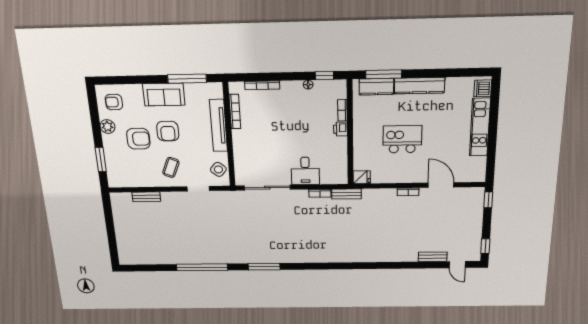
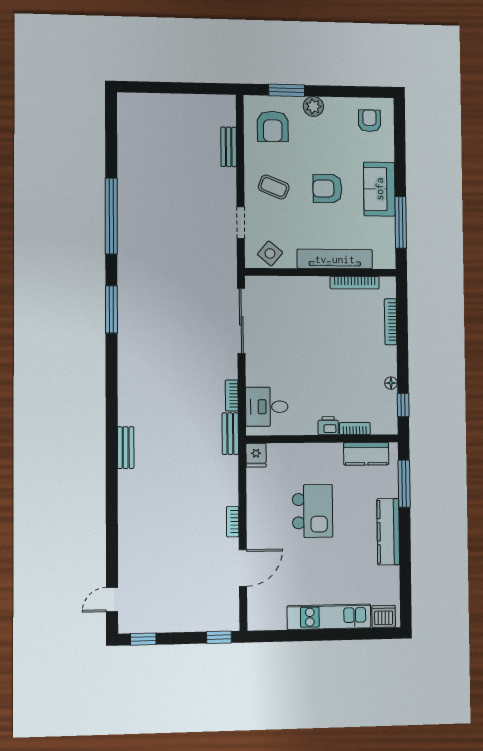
kitchen counter: (376, 87) -> (366, 454), moved, turned -90
plant: (107, 127) -> (313, 106), moved
armchair: (138, 139) -> (273, 126), moved
desk: (305, 171) -> (267, 407), moved
bench: (433, 257) -> (126, 448), moved

